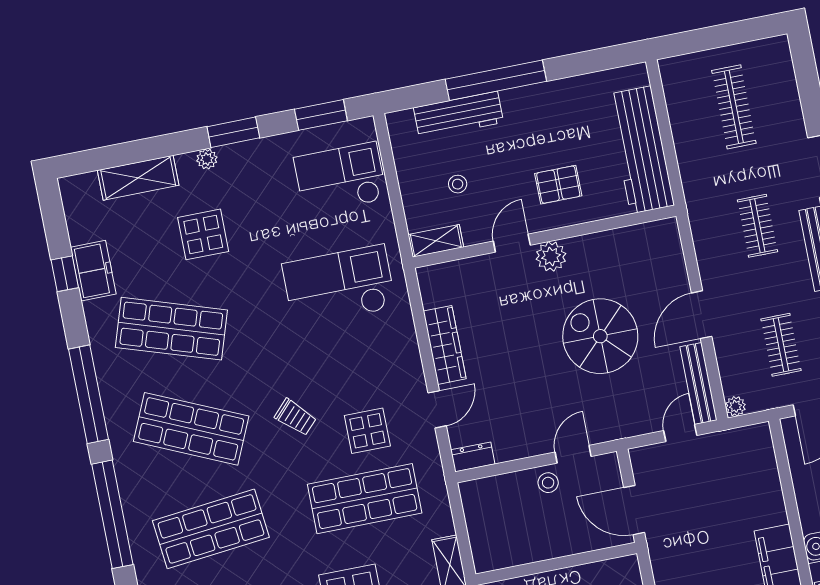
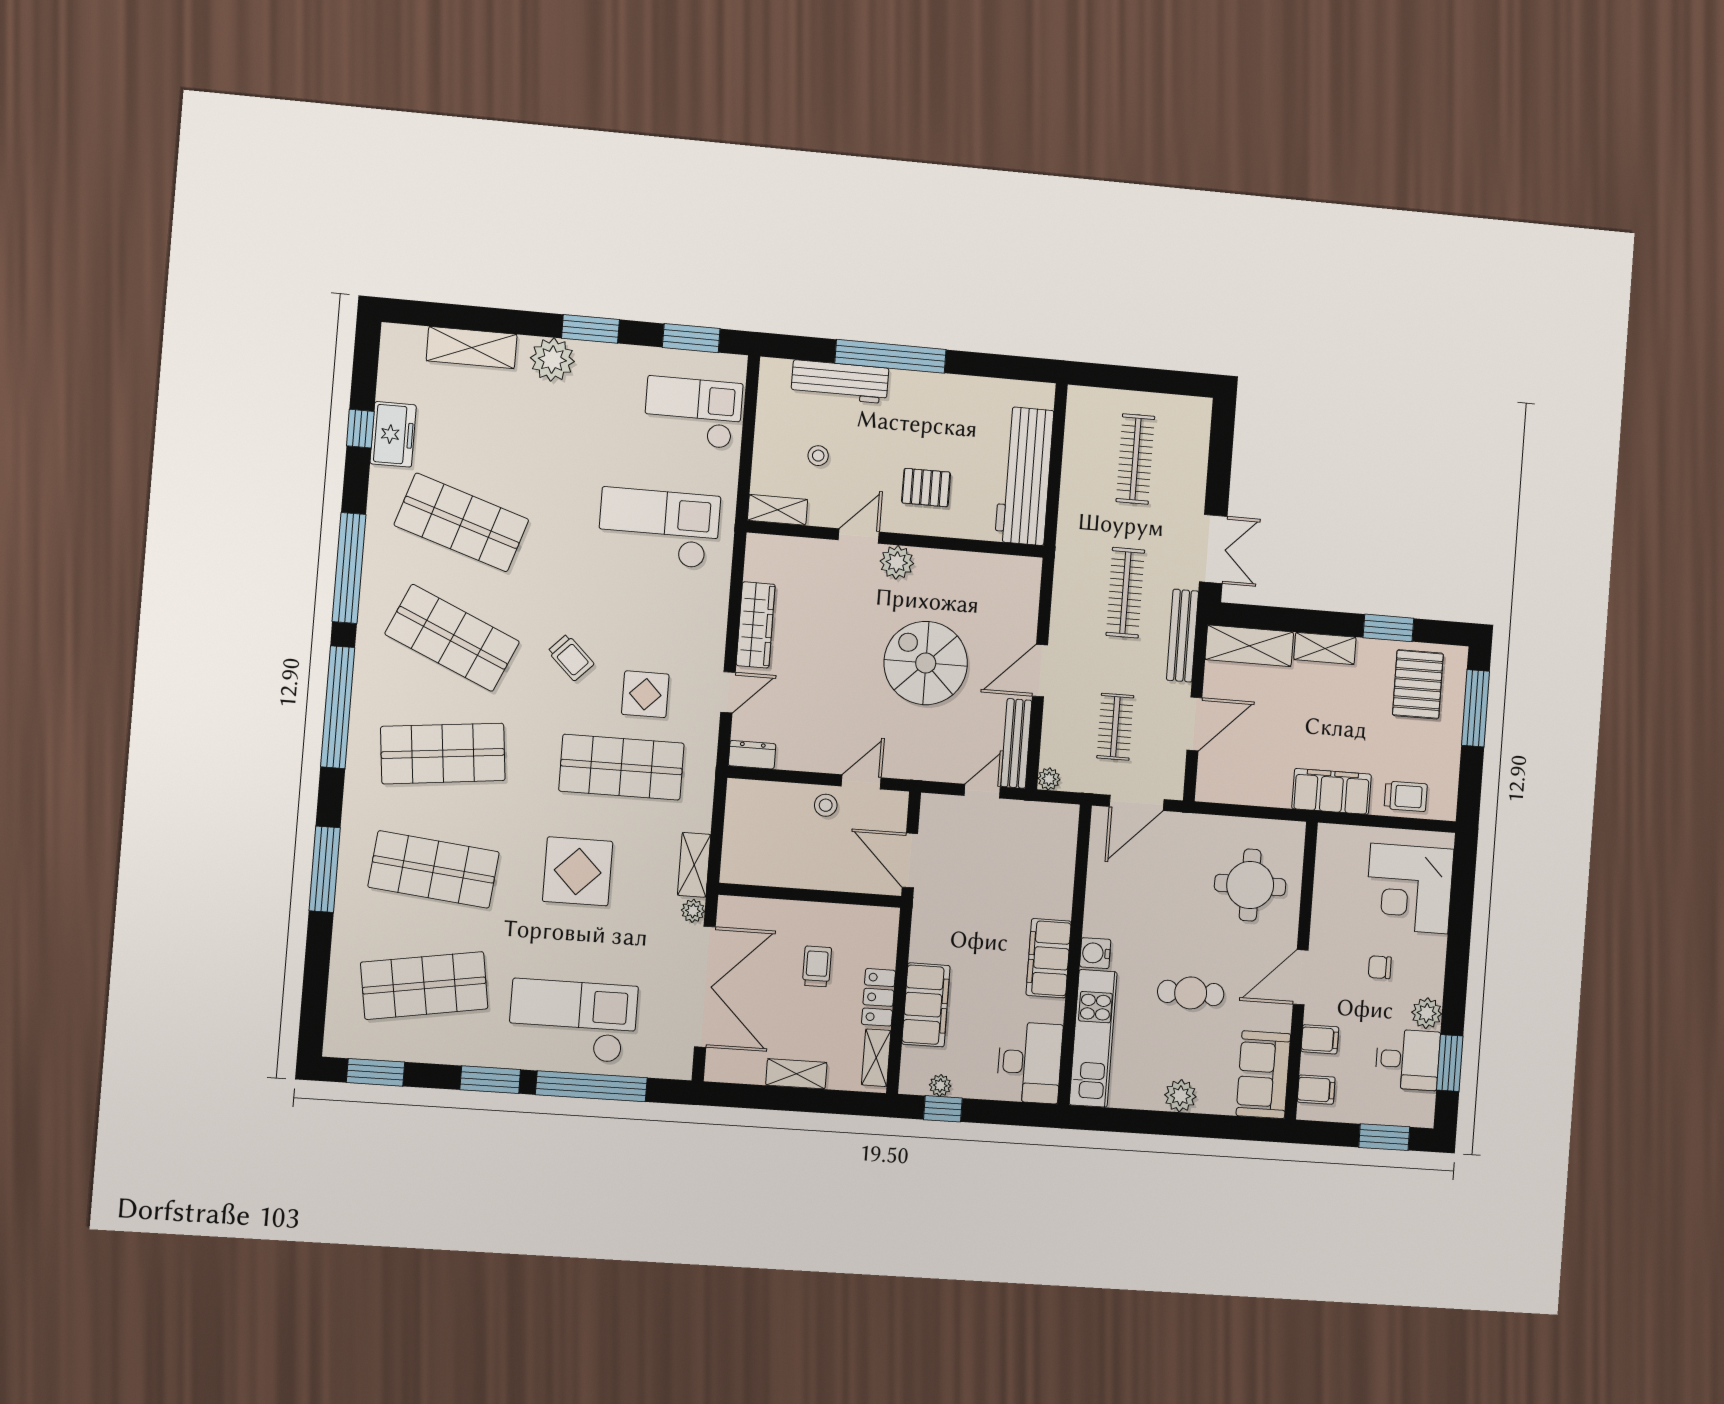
plant: (207, 159) -> (552, 360), width x1.87, depth x1.87
clothes rail: (757, 226) -> (1125, 593), width x1.36
display table: (203, 234) -> (526, 430), removed

